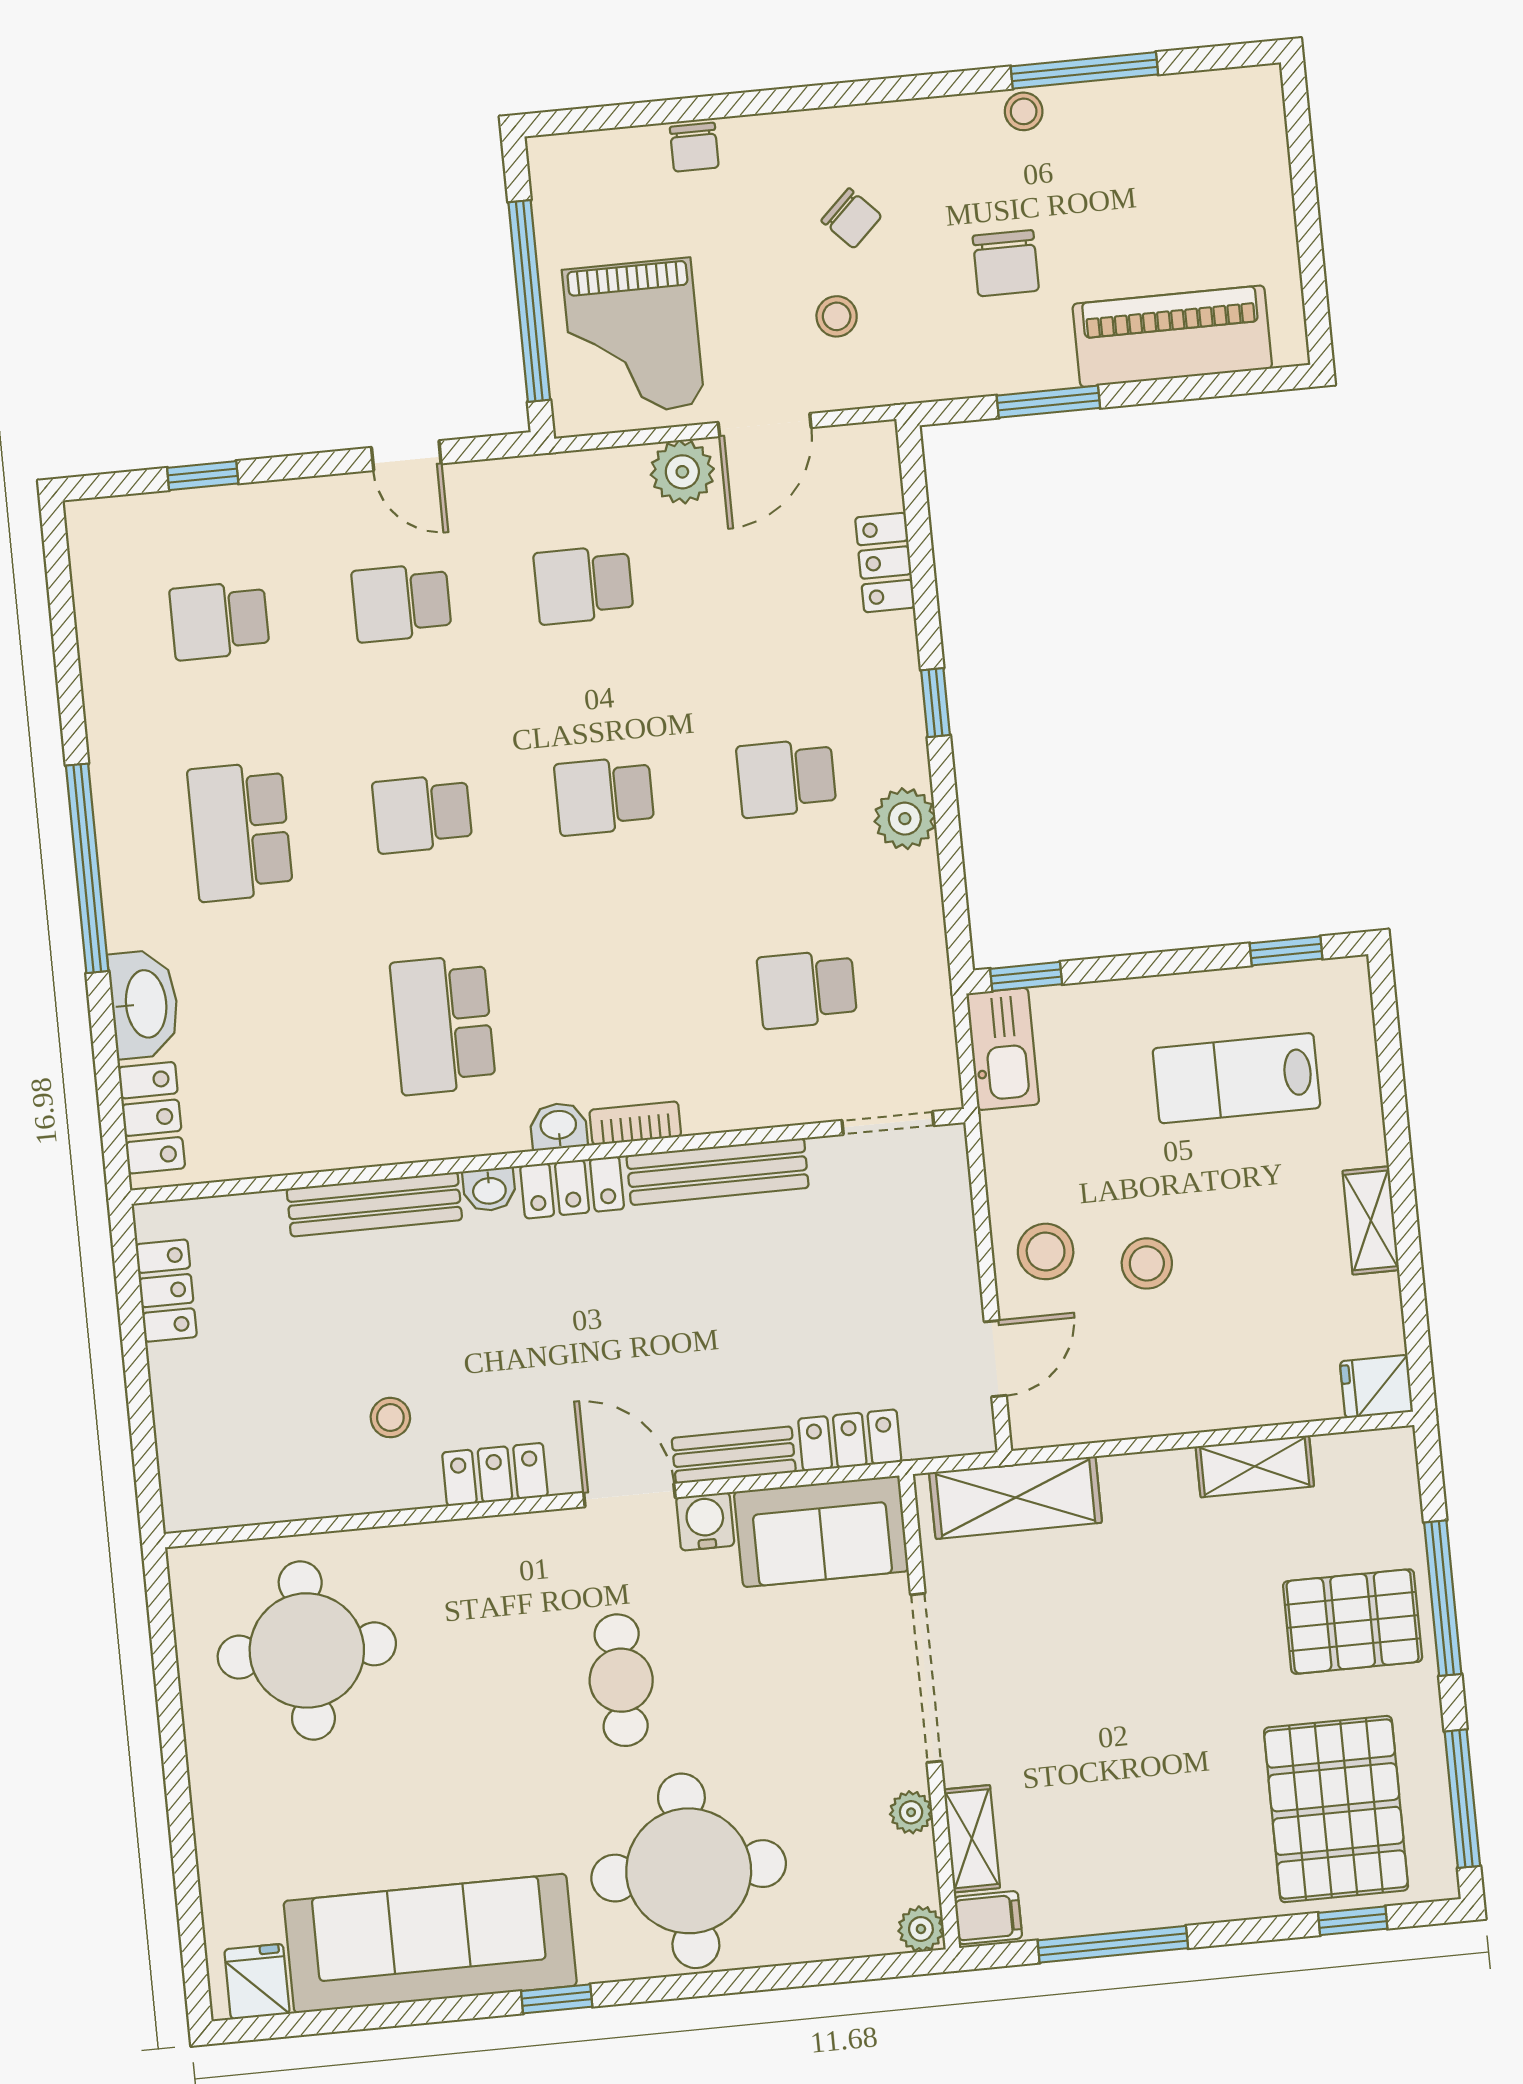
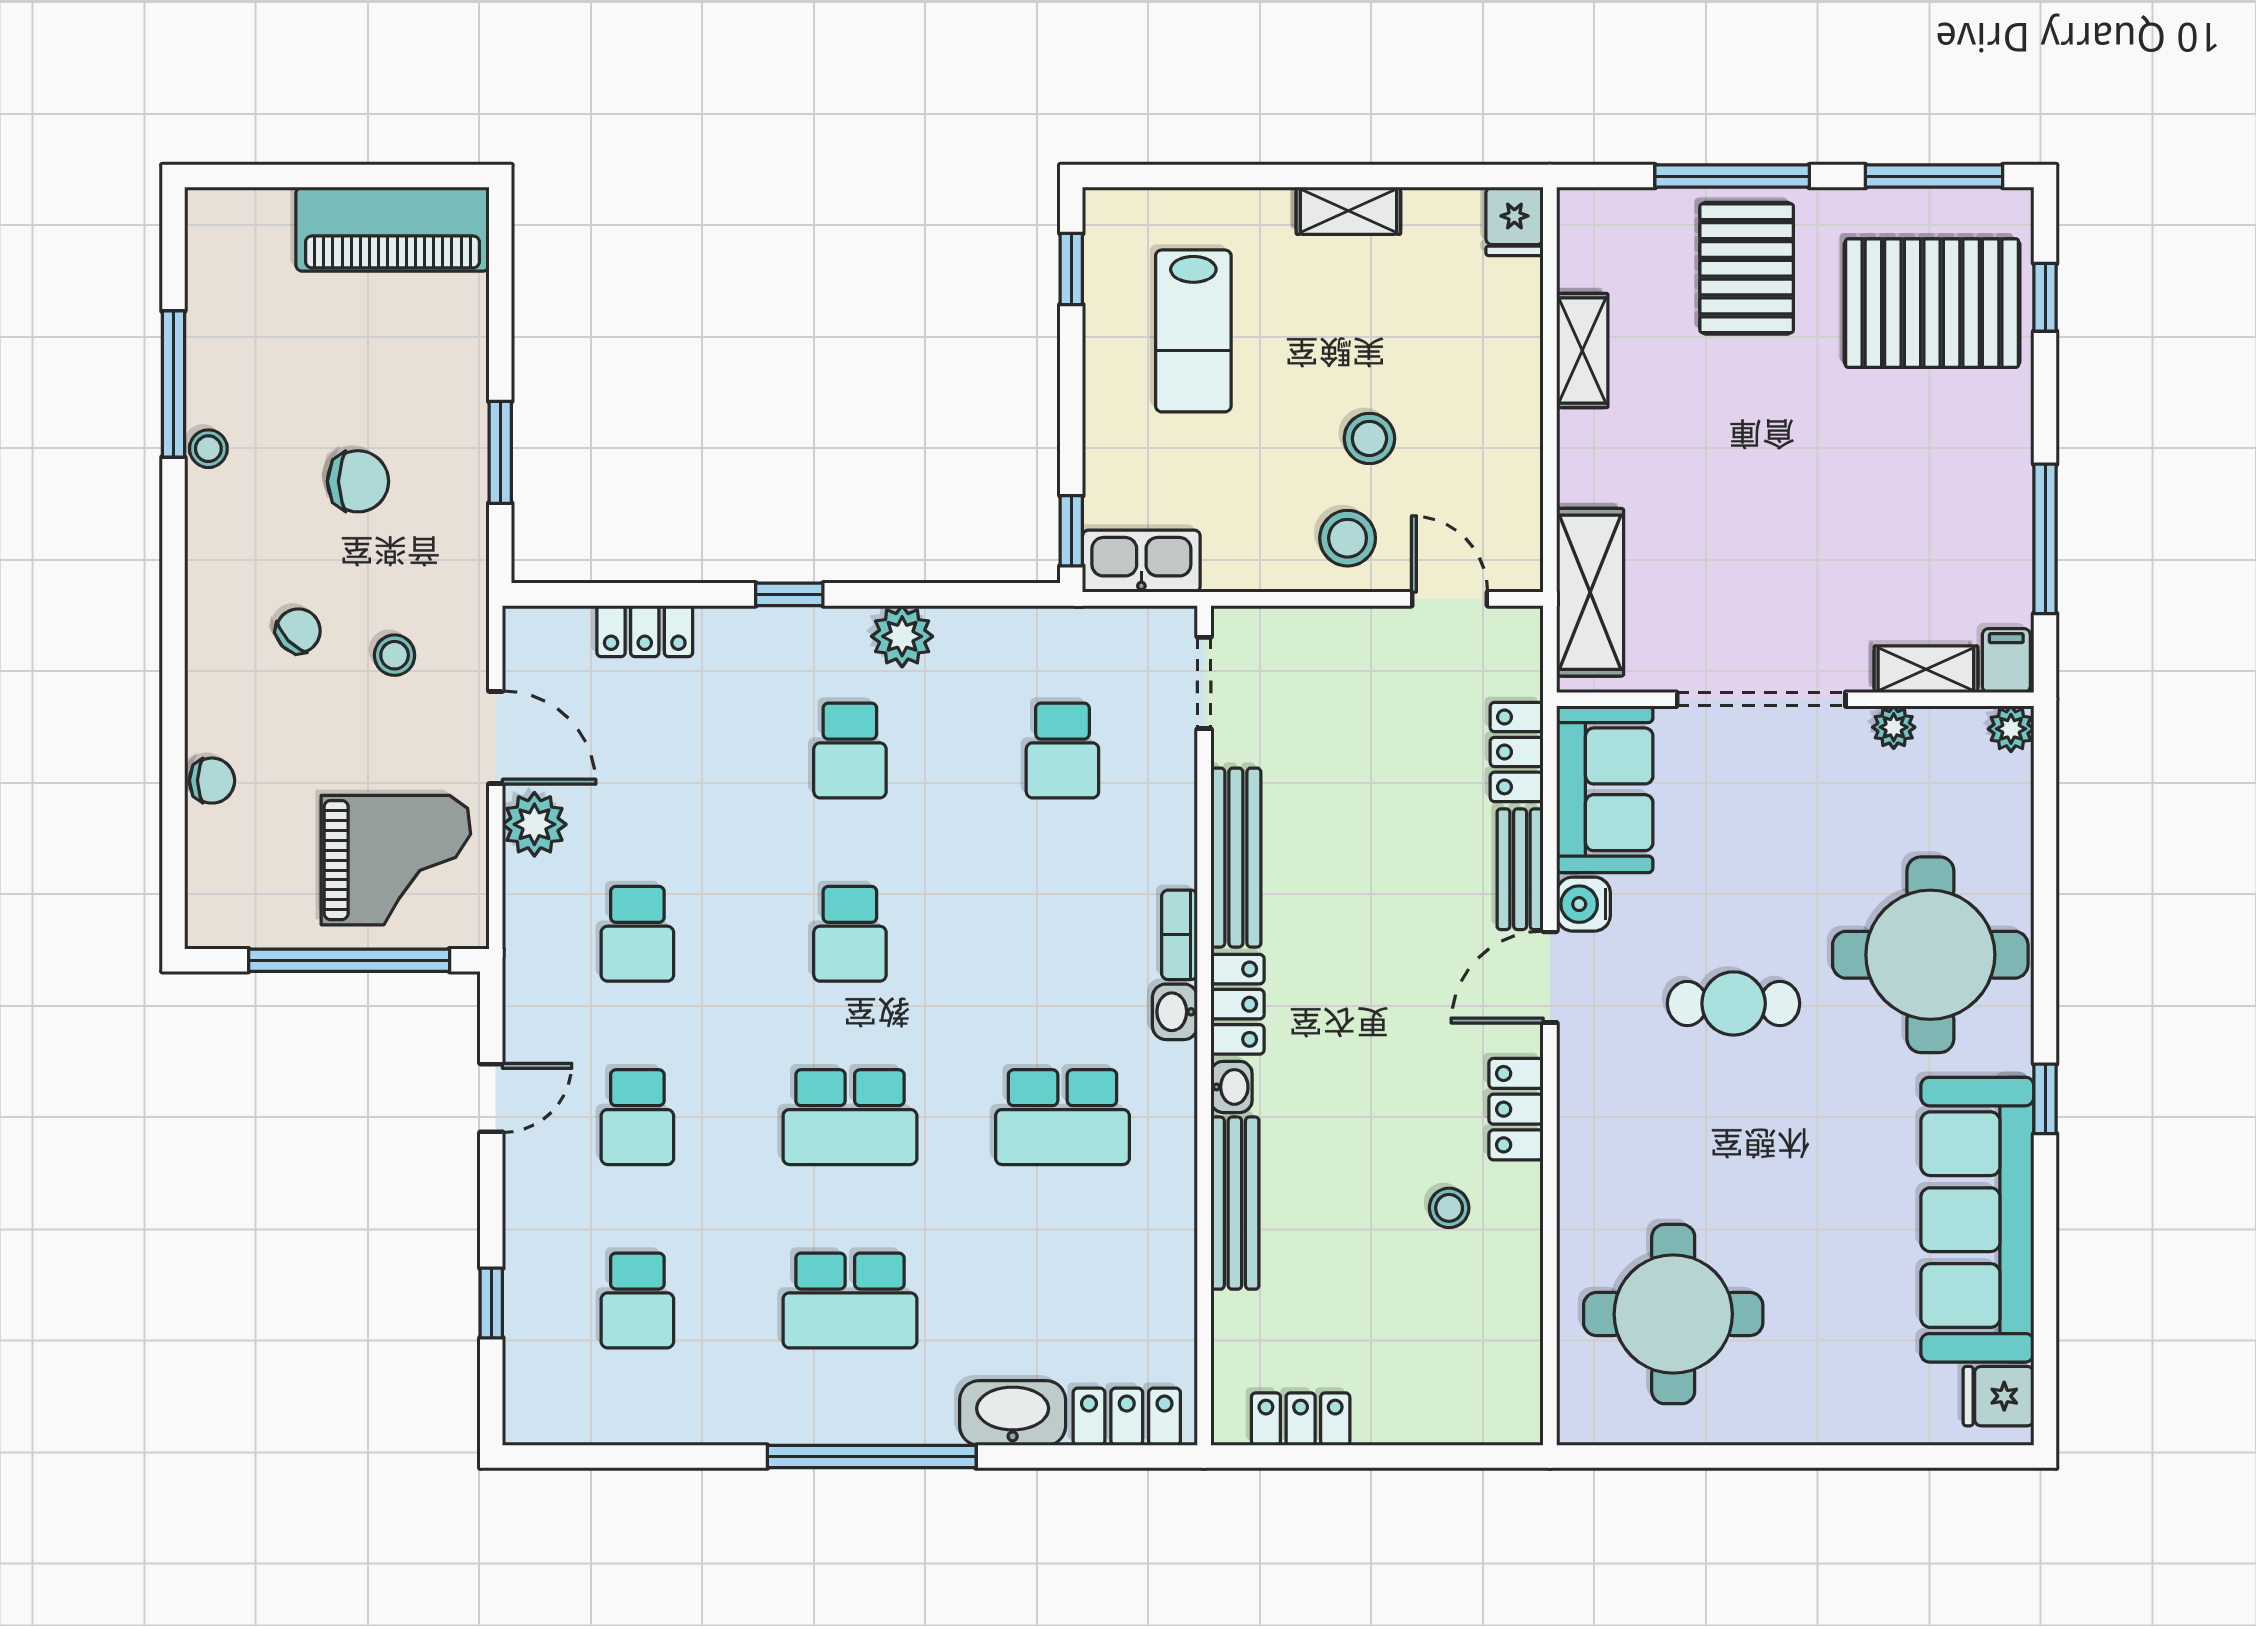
piano: (1172, 336) -> (392, 229), moved, turned -90
school desk: (422, 814) -> (850, 1117), width x1.85

